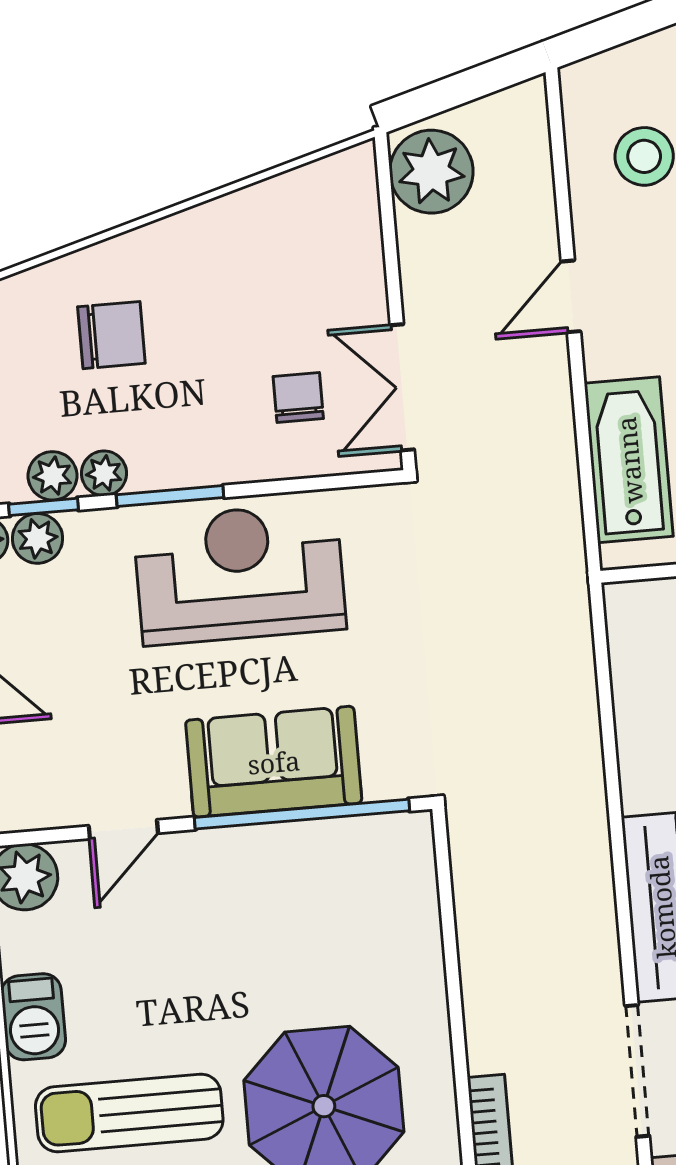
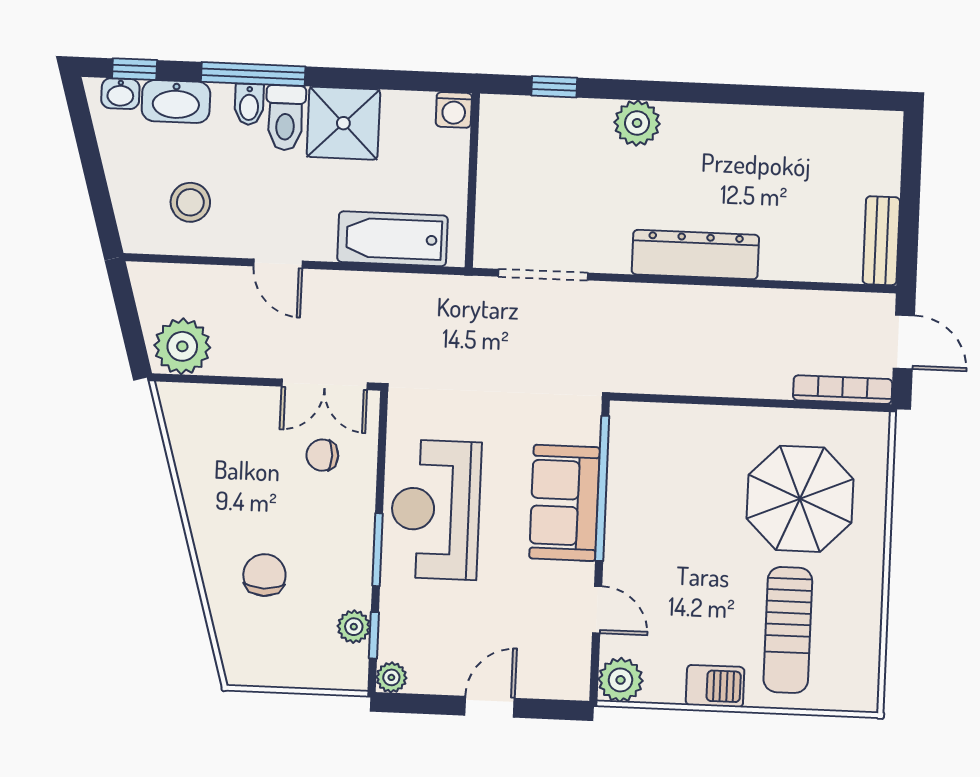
plant: (104, 473) -> (357, 592), removed
plant: (37, 538) -> (395, 642), removed
doorway: (637, 1071) -> (543, 275), moved

